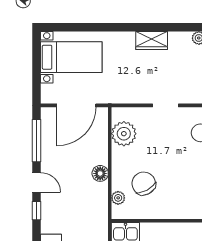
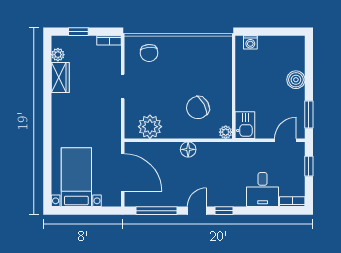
wardrobe: (152, 40) -> (60, 77), moved
plant: (118, 198) -> (226, 132), moved

